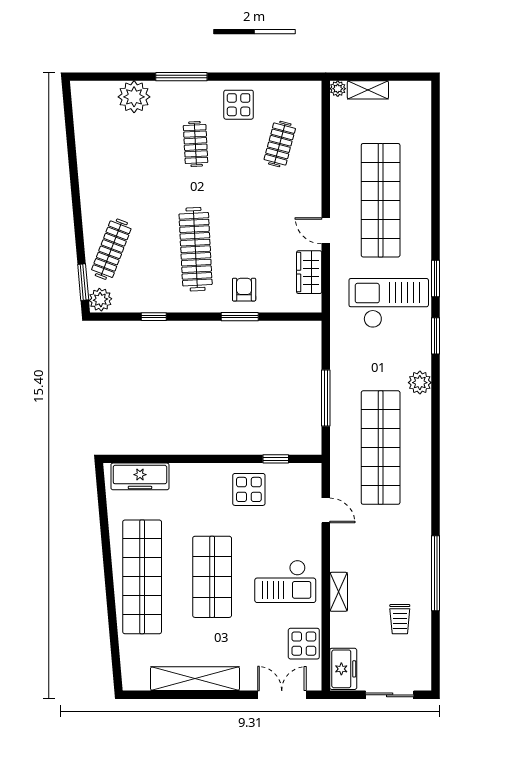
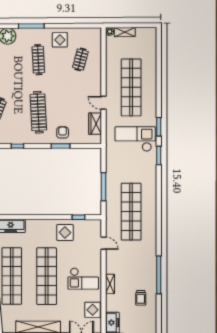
clothes rail: (196, 144) -> (38, 60), width x1.36
plant: (420, 383) -> (151, 179), removed
shop shelf: (212, 577) -> (47, 276), width x1.40

